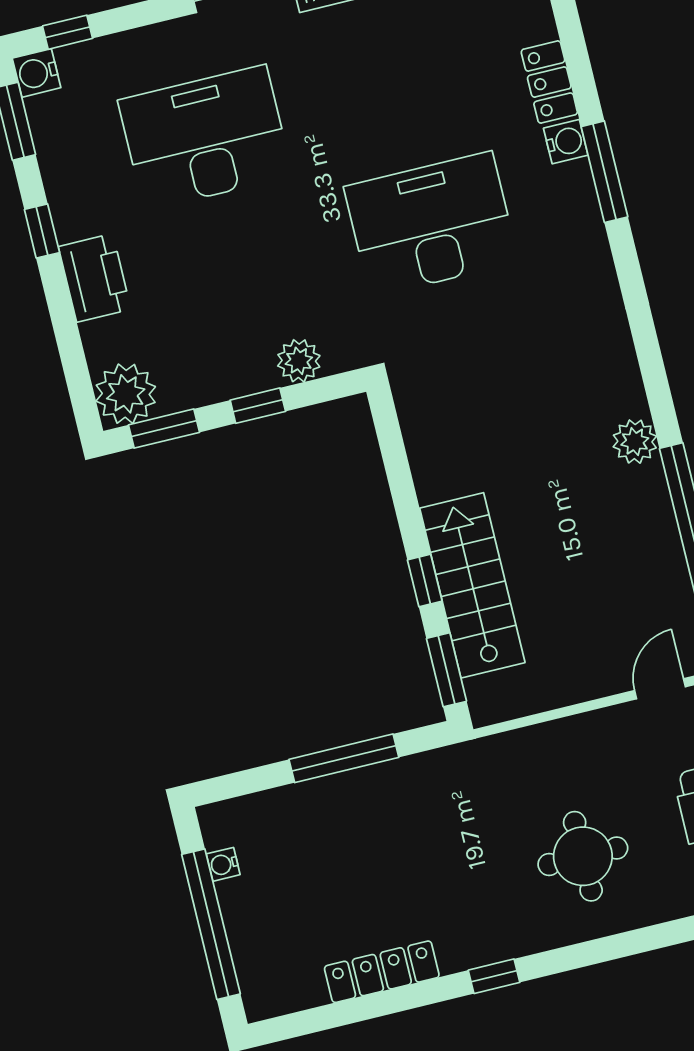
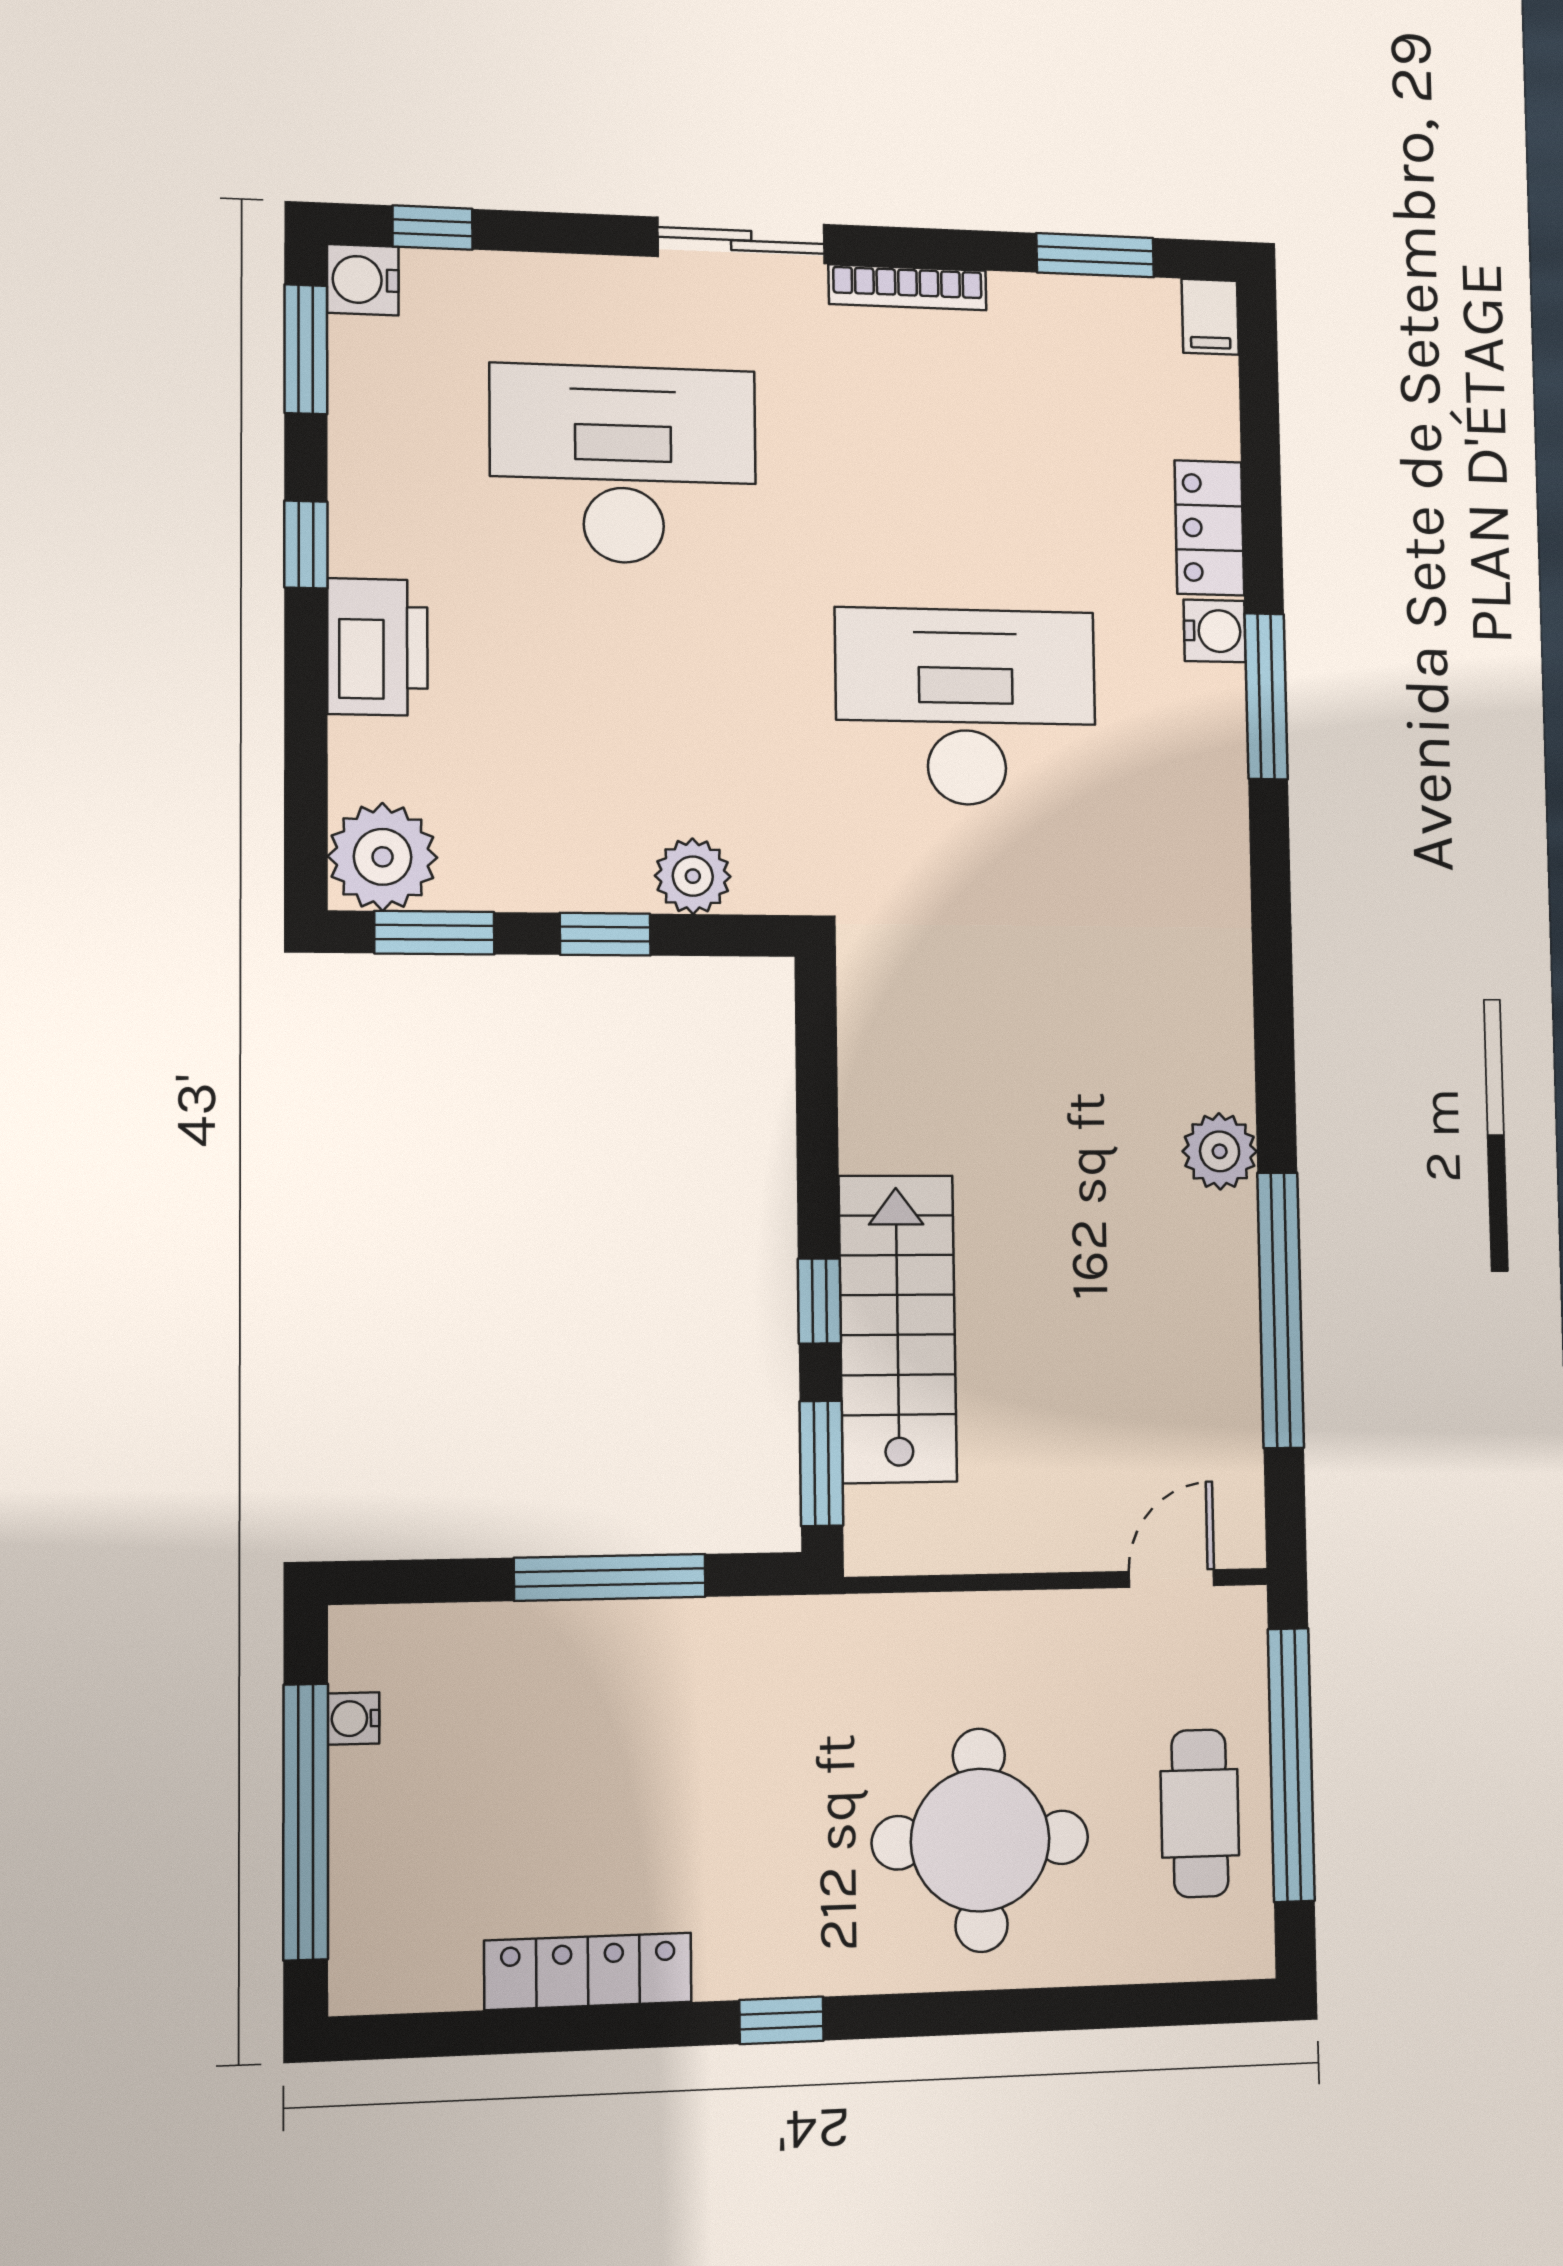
round table: (583, 856) -> (980, 1840), width x1.36, depth x1.36

